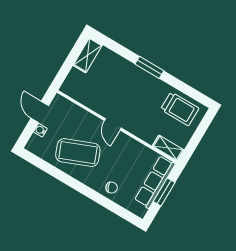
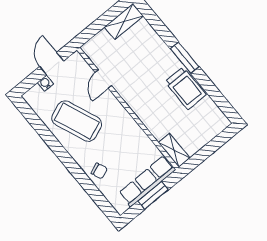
trolley: (180, 109) -> (186, 88), moved
door: (113, 124) -> (103, 79), moved

